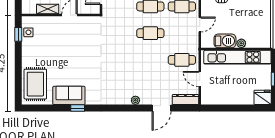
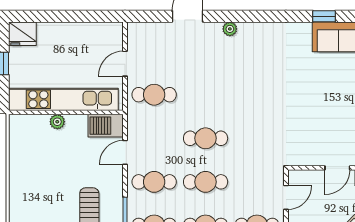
barbecue: (225, 41) -> (106, 126), moved
door: (200, 79) -> (125, 64), swing flipped
dresser: (185, 100) -> (148, 30), removed

